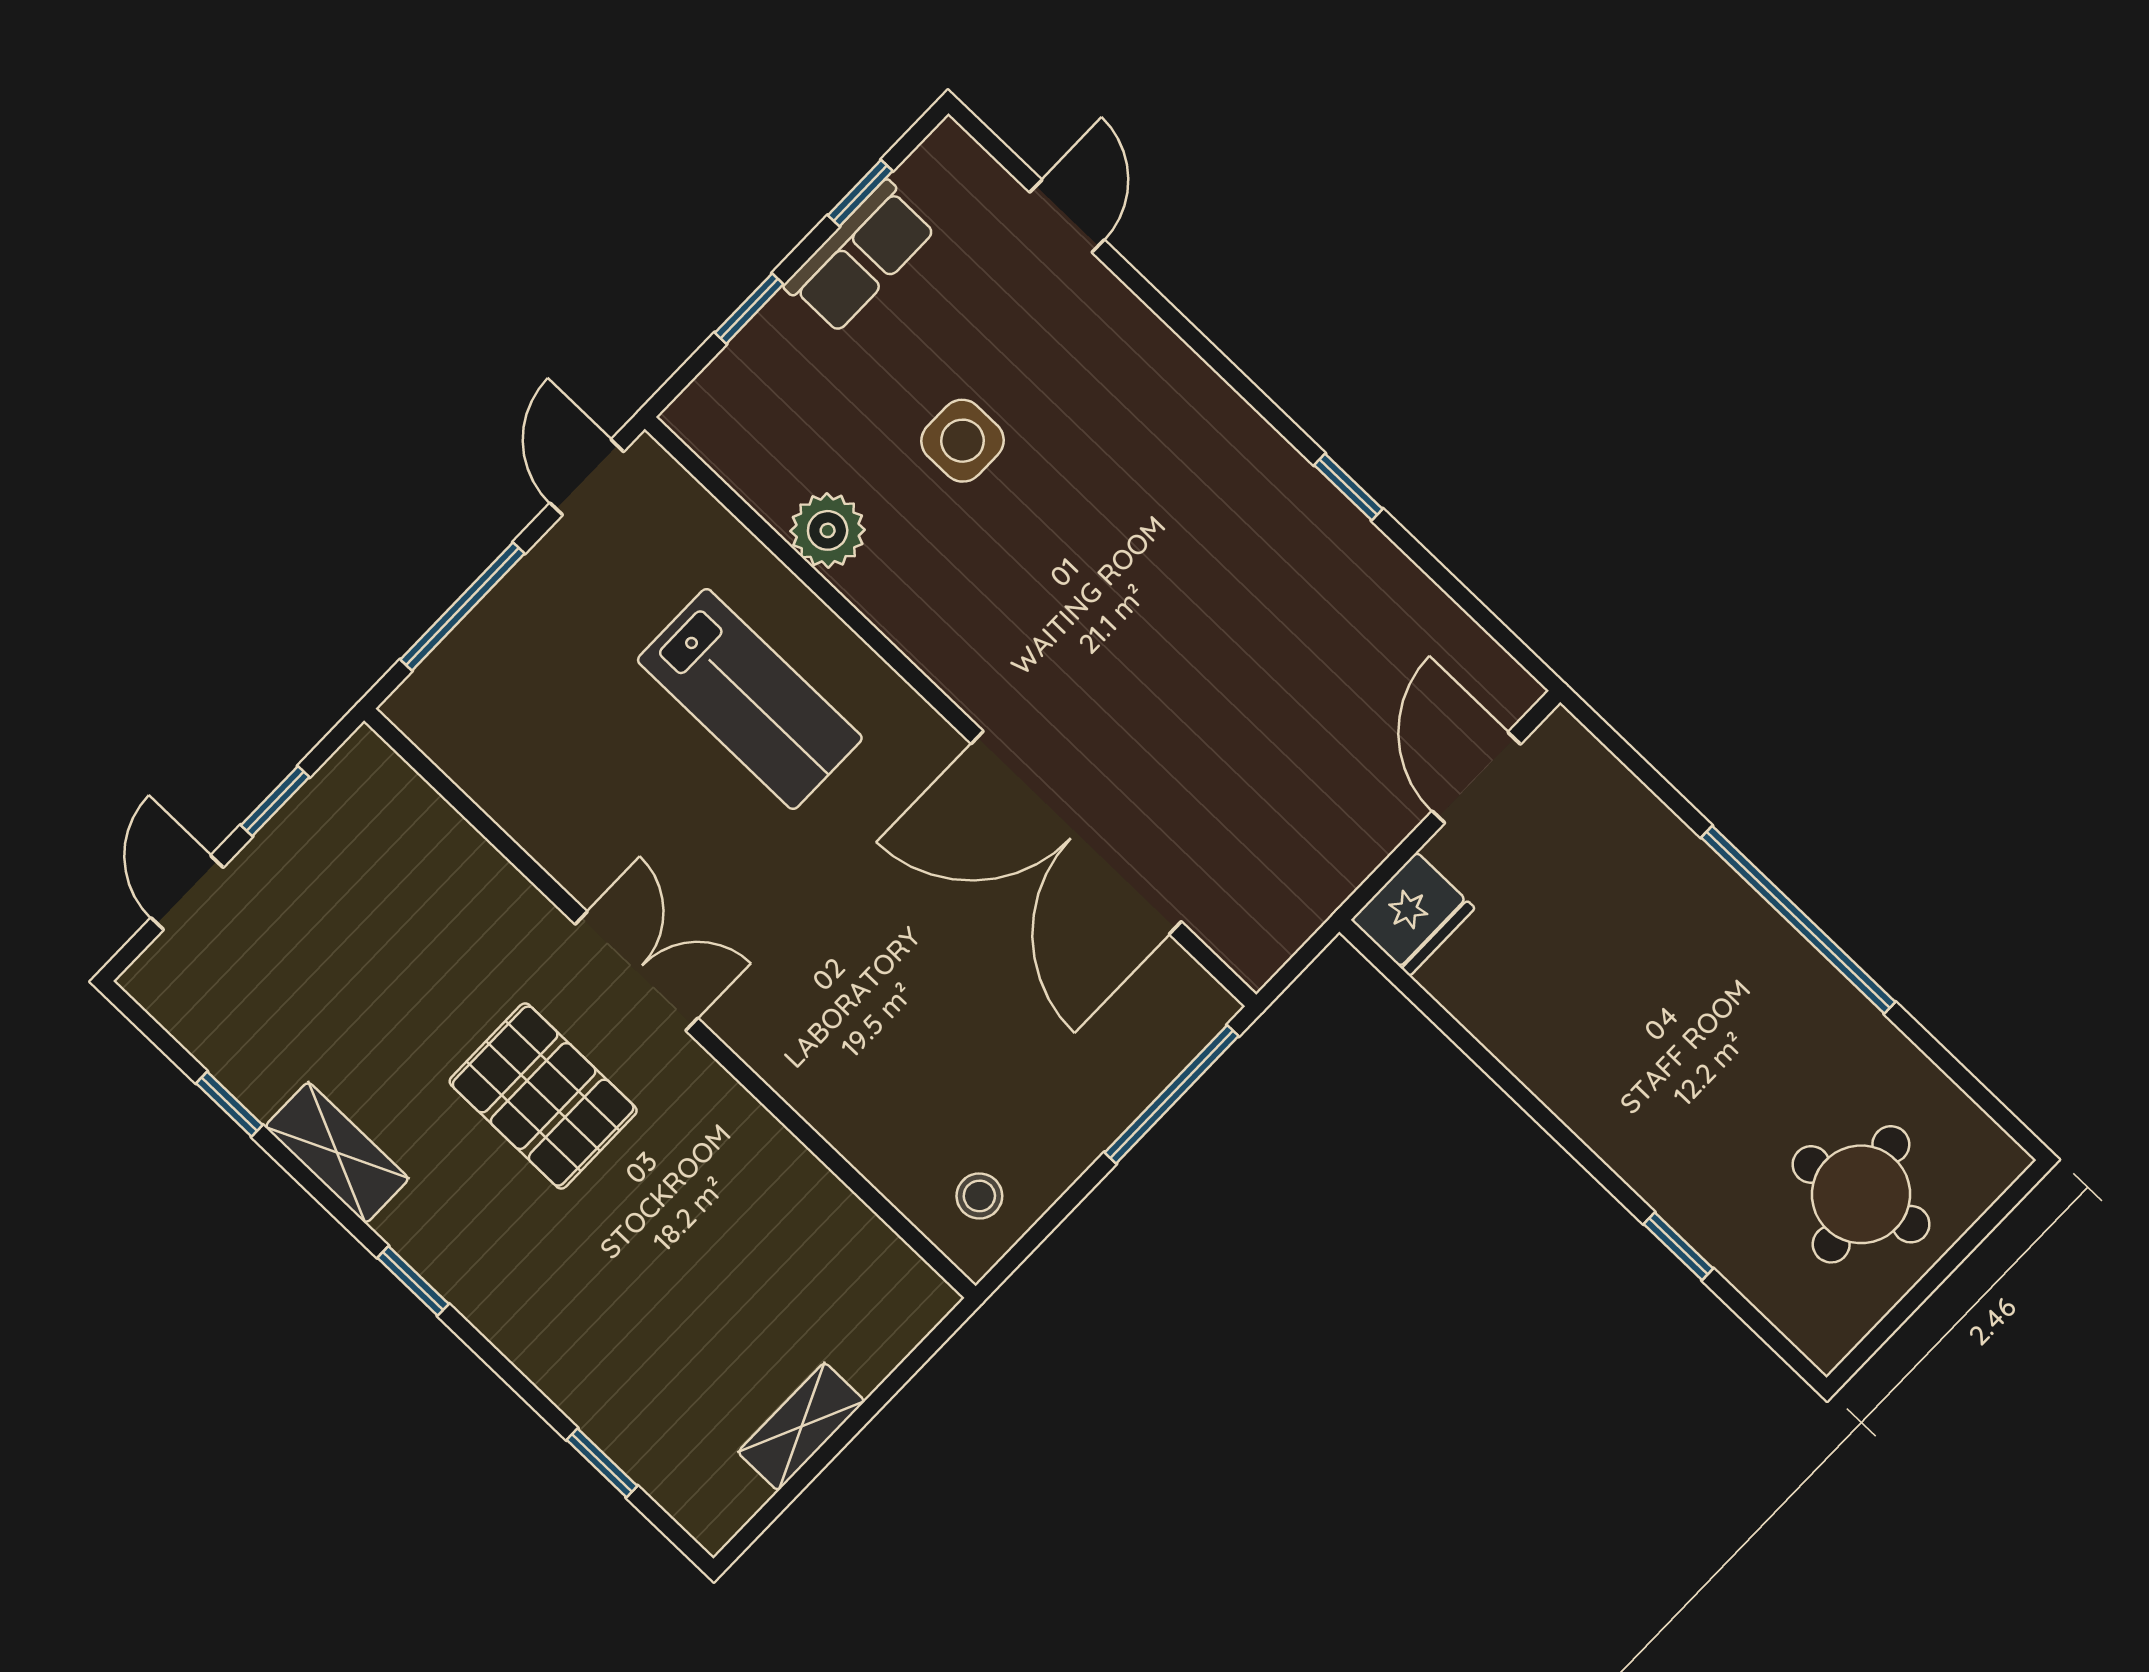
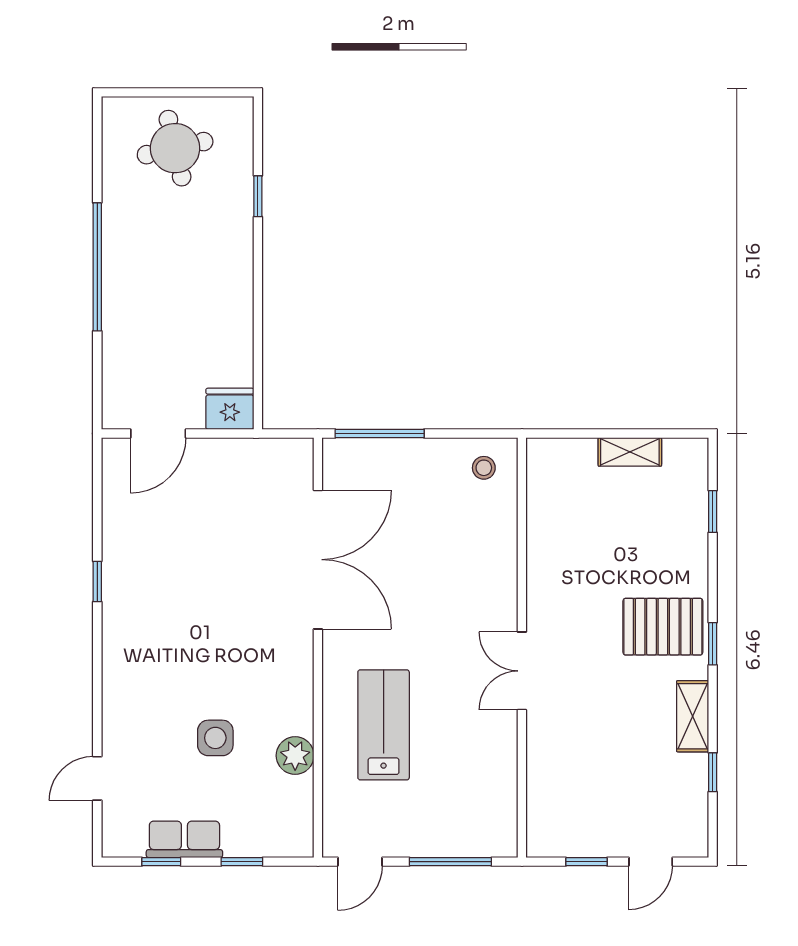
pallet: (543, 1096) -> (663, 627), moved, turned 90

